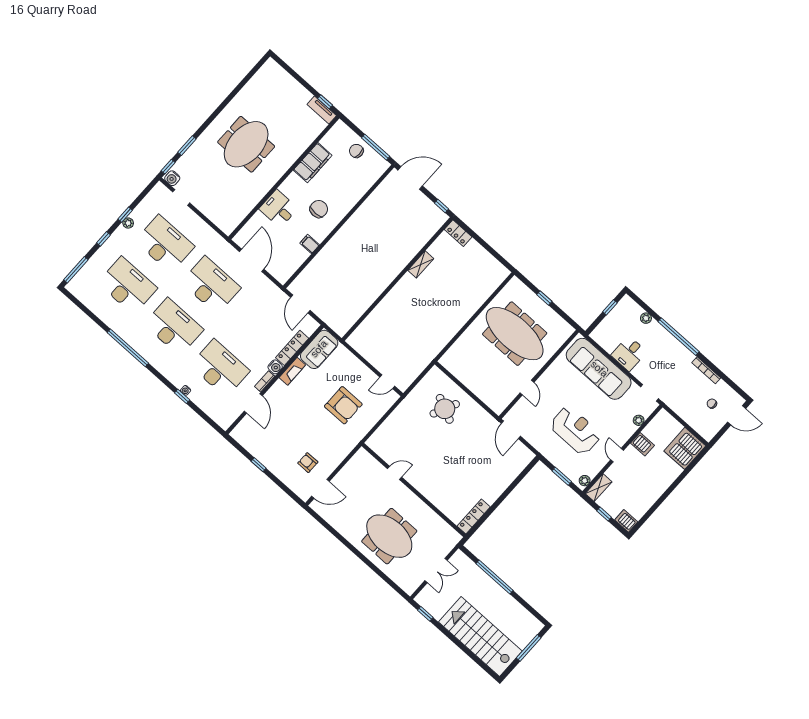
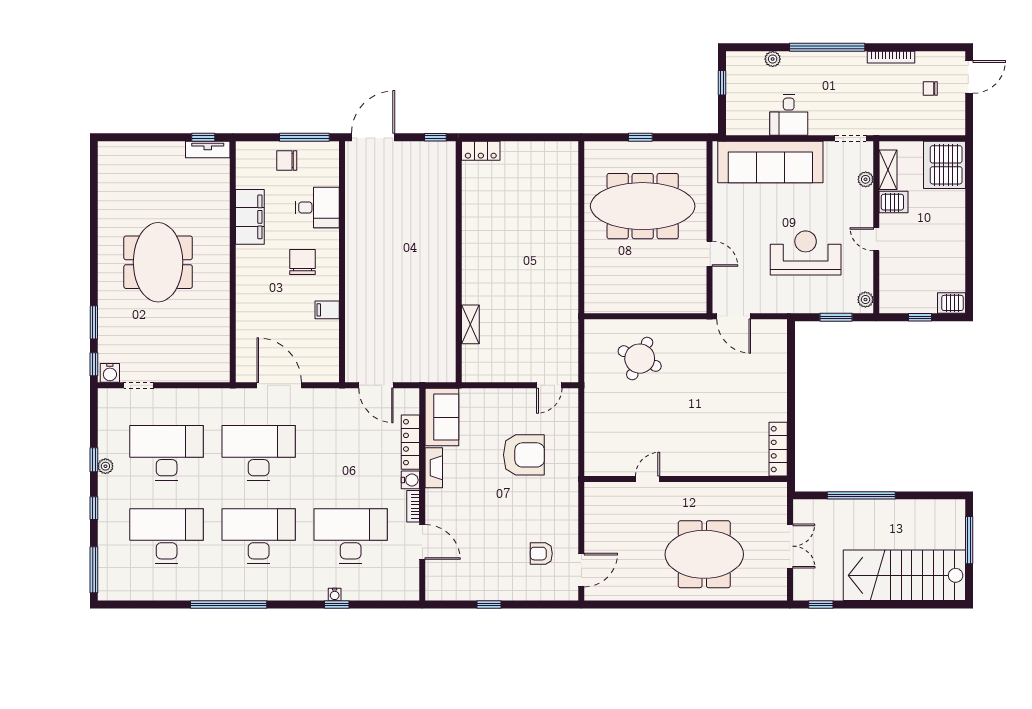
desk: (278, 209) -> (317, 207), moved, turned 180
shelving: (421, 264) -> (470, 324), moved
shelving: (599, 488) -> (888, 170), moved

